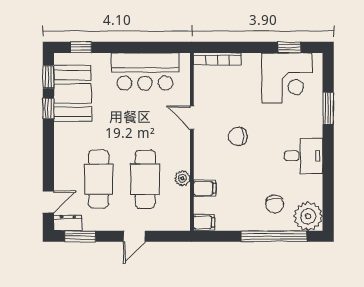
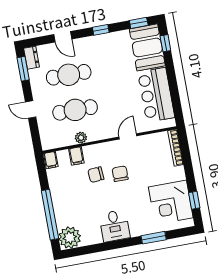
booth: (73, 93) -> (147, 47), moved, turned 90
window: (48, 108) -> (101, 30), moved
door: (48, 202) -> (63, 37), moved
chair: (275, 204) -> (96, 175), moved

